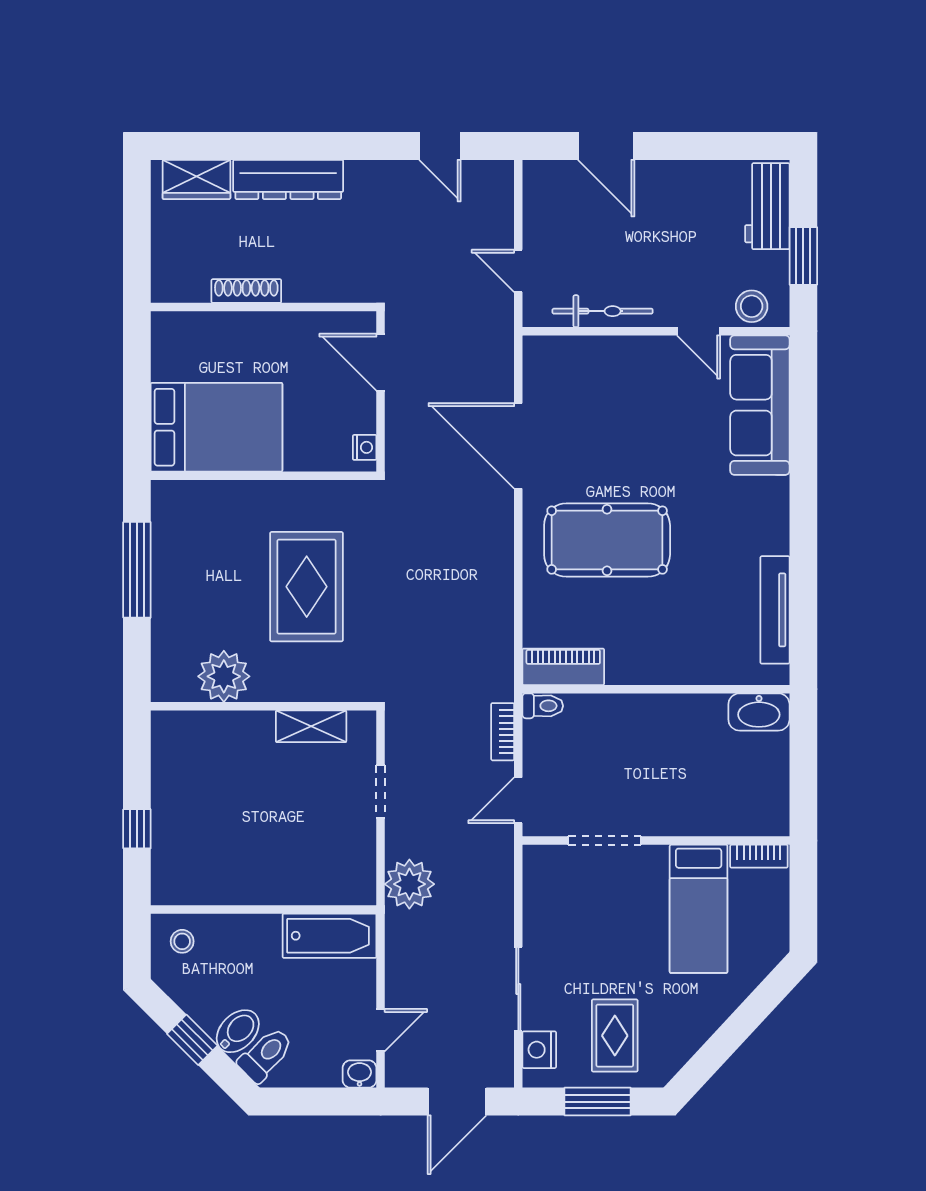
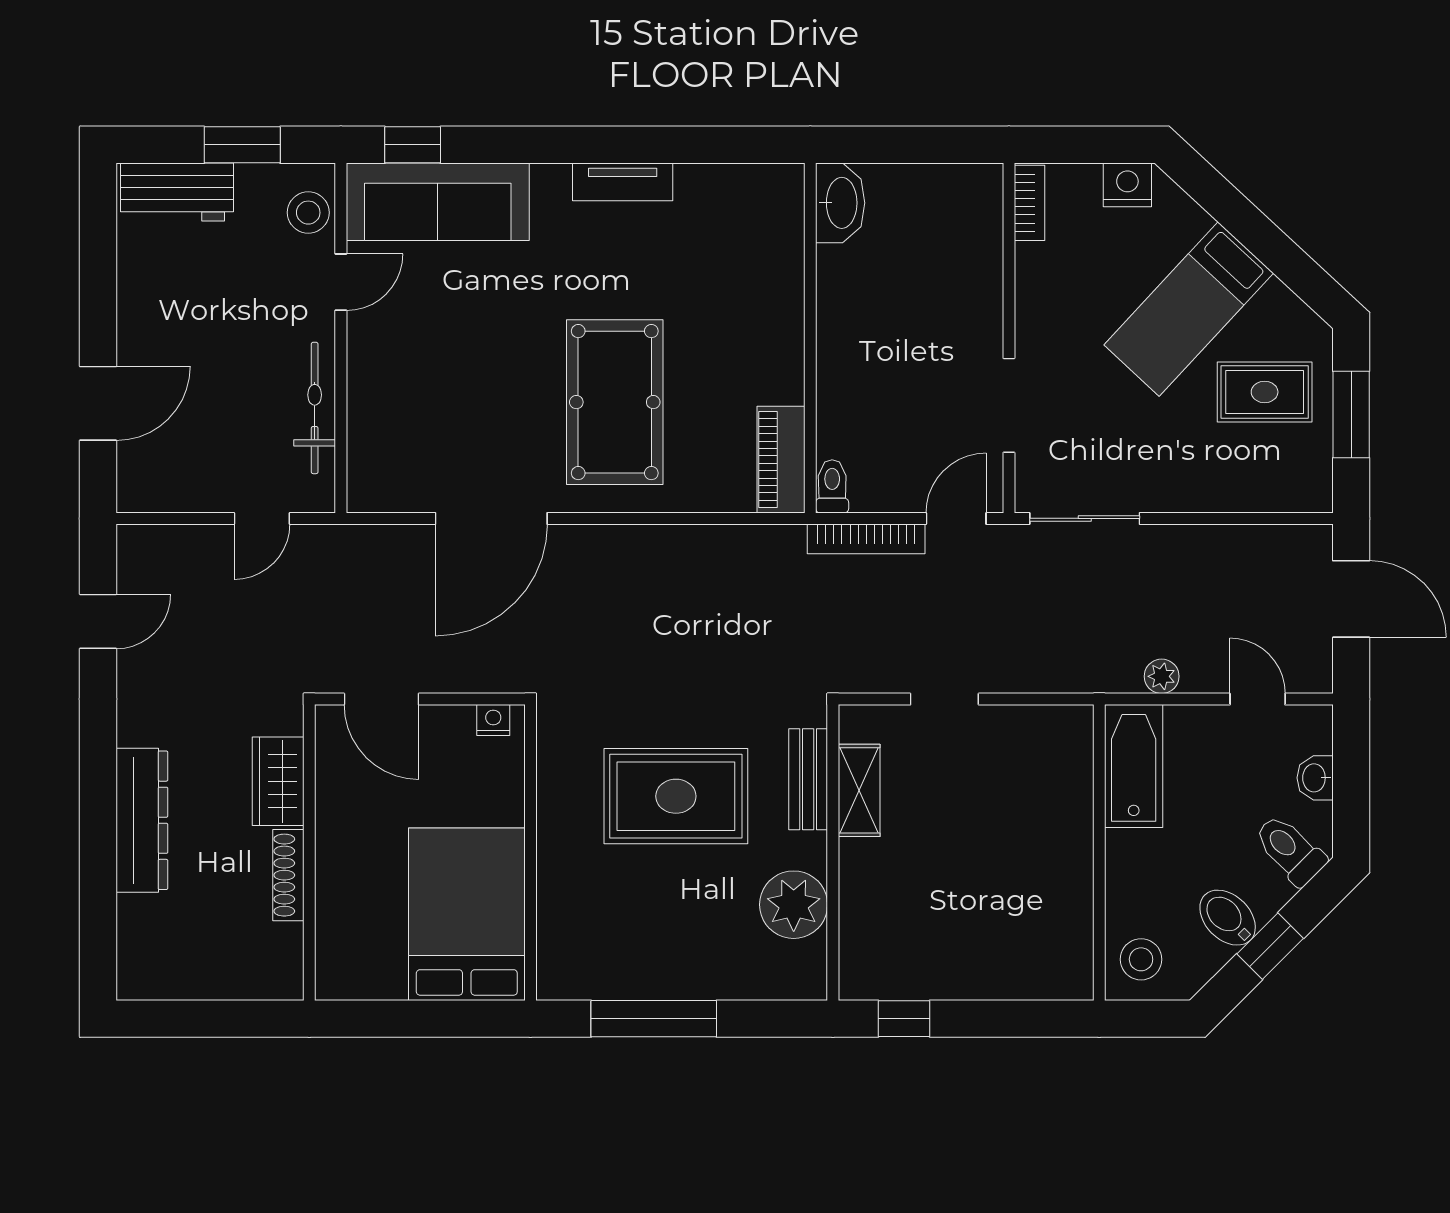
wardrobe: (196, 179) -> (278, 781), moved, turned 180
door: (381, 362) -> (381, 699), hinge flipped
window: (803, 386) -> (413, 145), added
tv unit: (775, 610) -> (623, 182), moved, width x0.71
bench: (319, 687) -> (808, 779), added
bookcase: (503, 732) -> (866, 539), width x1.56
door: (518, 800) -> (956, 518), swing flipped
window: (137, 829) -> (904, 1019), moved
plant: (409, 884) -> (1162, 676), moved, width x0.53, depth x0.53
bed: (699, 909) -> (1189, 309), moved, turned 133
stool: (182, 941) -> (1141, 959), width x1.37, depth x1.37
sliding door: (518, 989) -> (1085, 518), moved
bidet: (238, 1031) -> (1228, 918), moved
nightstand: (539, 1050) -> (1127, 185), moved, turned 180
washbasin: (360, 1074) -> (1315, 778), moved

